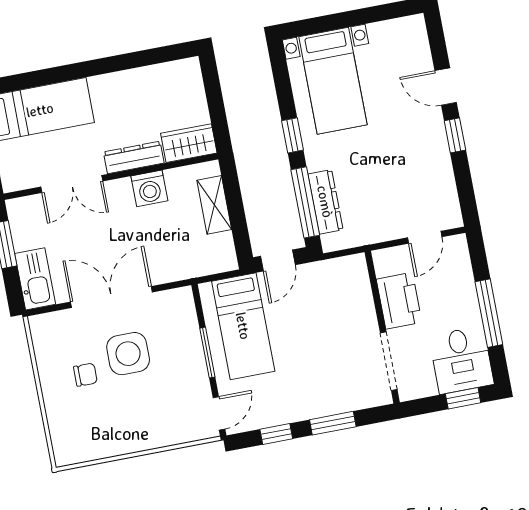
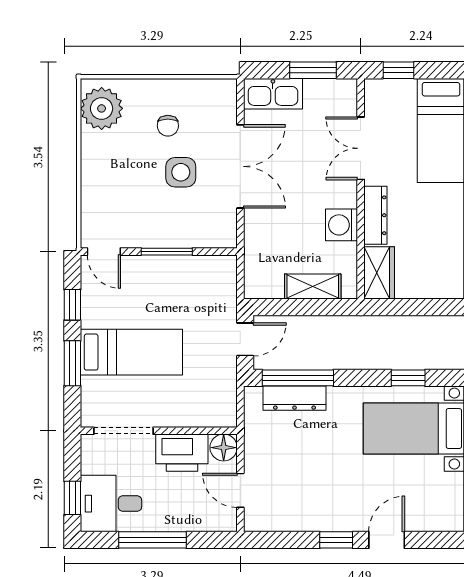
window: (292, 135) -> (408, 378), moved
door: (278, 260) -> (245, 339), swing flipped
floor lamp: (386, 261) -> (224, 448), added
bed: (243, 326) -> (131, 352), moved, turned 180
side table: (128, 354) -> (181, 172), width x0.73, depth x0.73
plant: (81, 442) -> (102, 108), added

